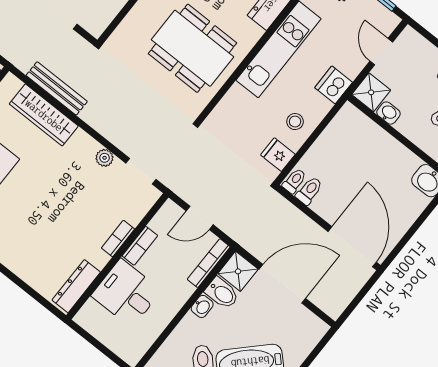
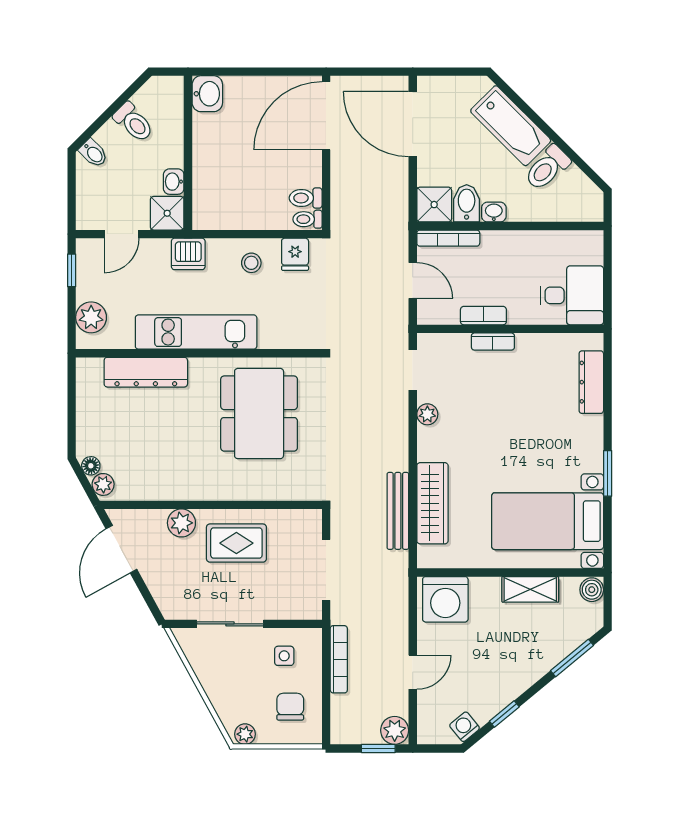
door: (282, 284) -> (413, 124), moved
dresser: (76, 286) -> (591, 382), moved, turned 90
desk: (126, 293) -> (572, 295), moved, turned -90

